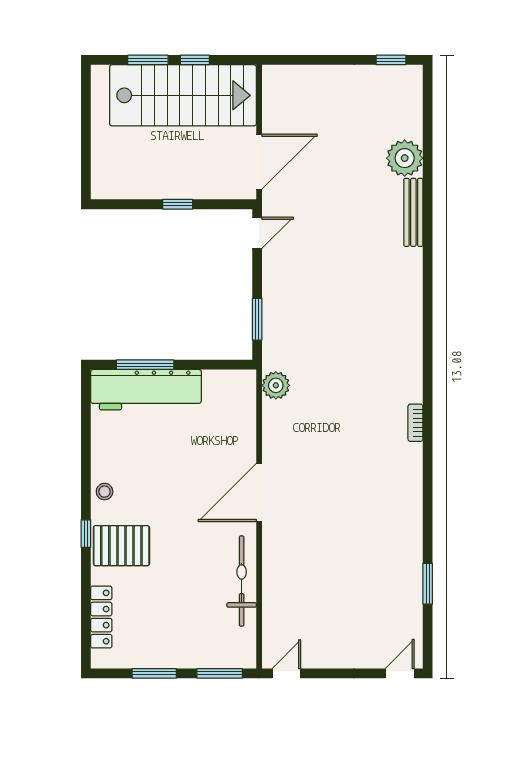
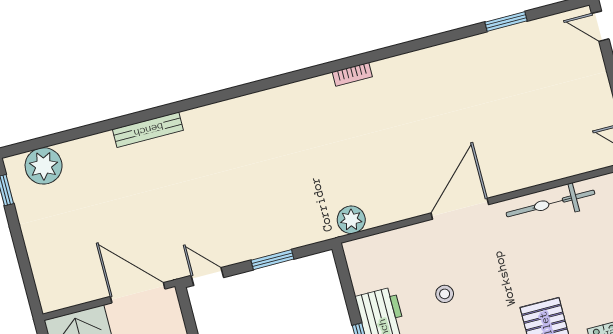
plant: (405, 158) -> (44, 166), moved
window: (257, 319) -> (272, 260), moved
stool: (181, 457) -> (445, 294), added
door: (259, 492) -> (460, 209), swing flipped

